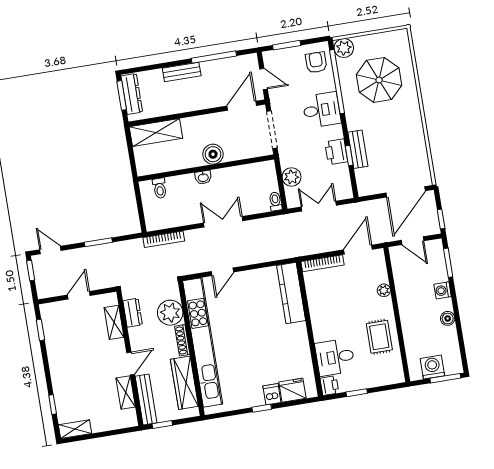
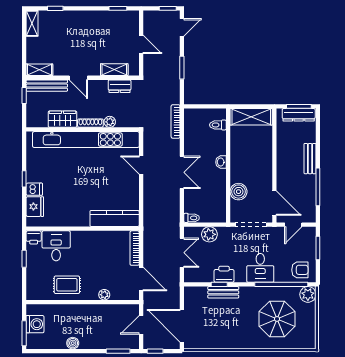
shelving: (156, 133) -> (251, 117), moved, turned 90
boiler: (213, 154) -> (239, 192), moved
washing machine: (443, 290) -> (96, 343), removed
plant: (170, 313) -> (110, 122), width x0.53, depth x0.53
wardrobe: (184, 383) -> (62, 119), width x0.67
shelving: (126, 392) -> (39, 70), moved

